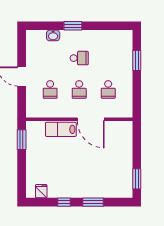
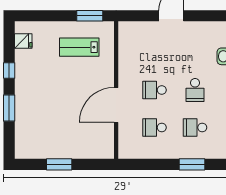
school desk: (50, 89) -> (195, 127), moved
lab bench: (61, 129) -> (79, 47), moved, turned -90
window: (137, 179) -> (59, 164), moved

